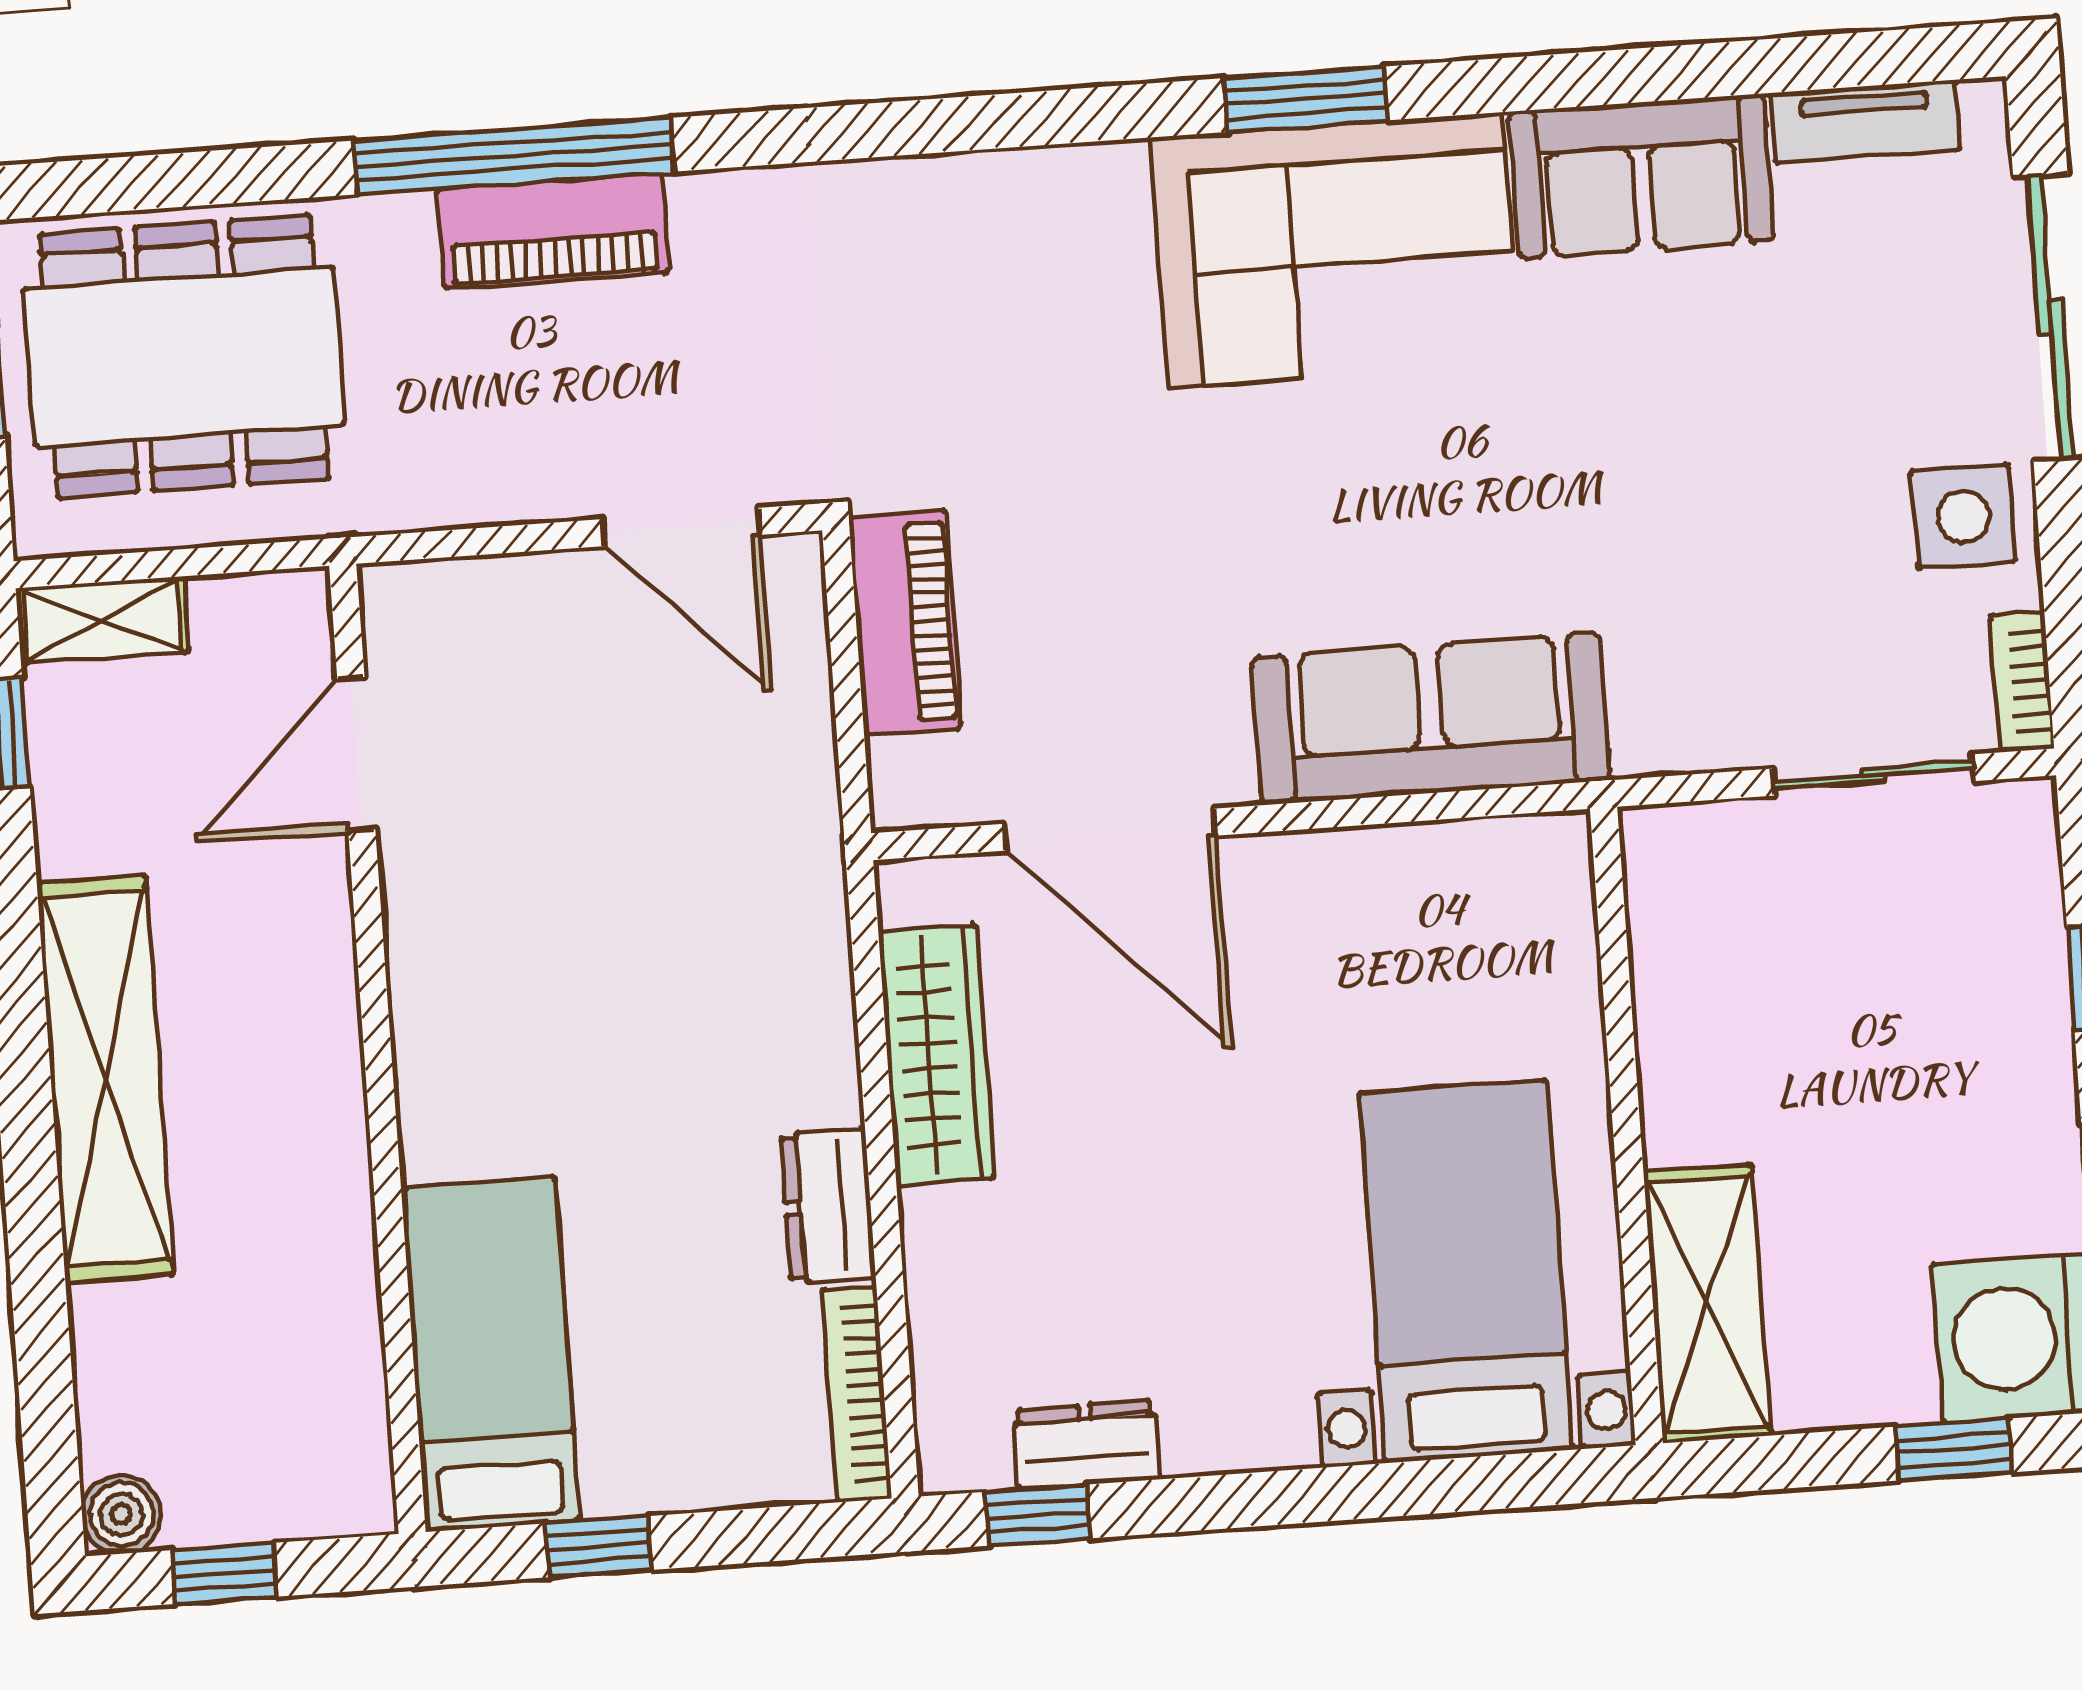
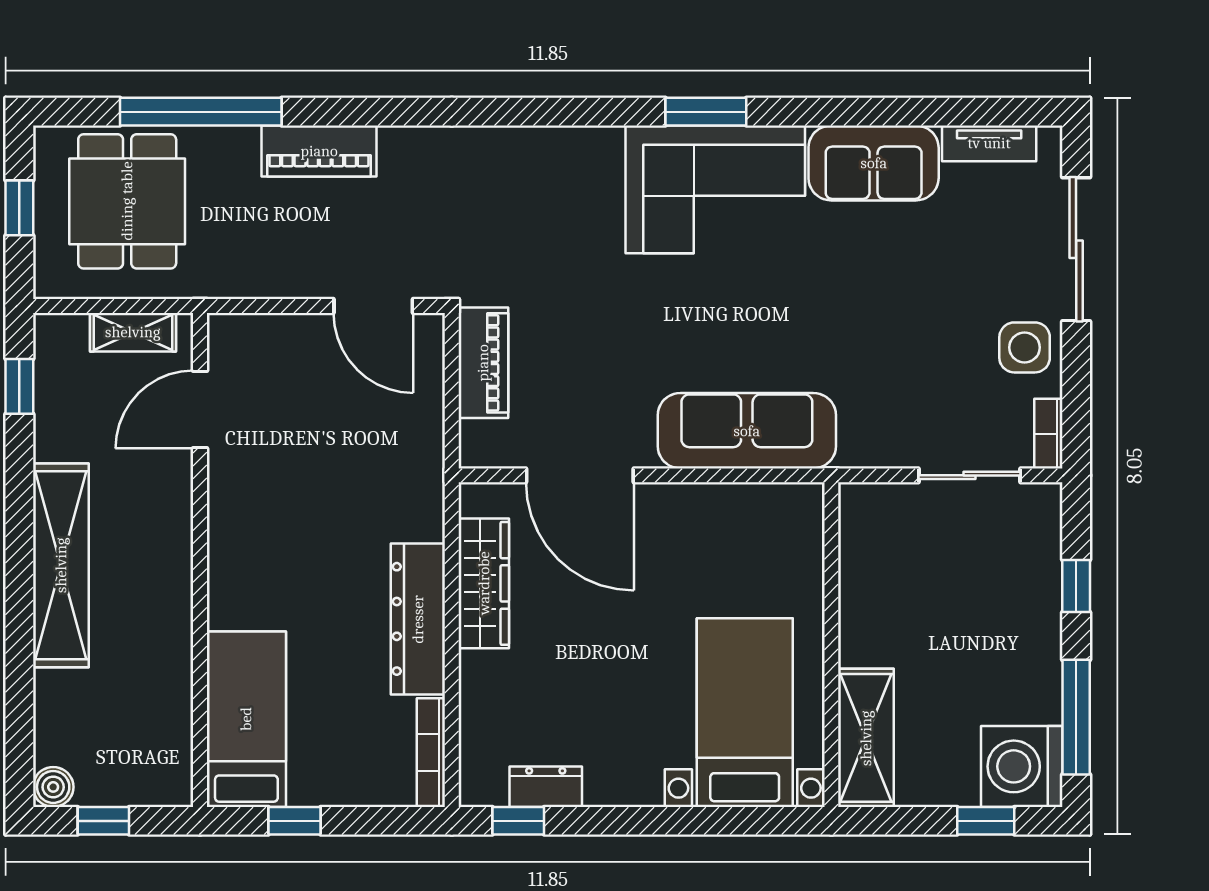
window: (514, 156) -> (201, 112), moved
dining table: (184, 356) -> (127, 201), width x0.73
shelving: (102, 620) -> (133, 332), moved
dresser: (828, 1206) -> (418, 619), width x1.96, depth x1.24

